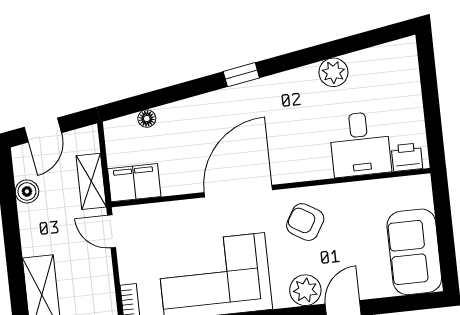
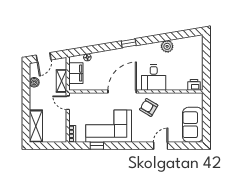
desk: (360, 144) -> (154, 77), moved
filing cabinet: (134, 183) -> (76, 73), moved, turned 90
plant: (305, 290) -> (146, 136), removed

